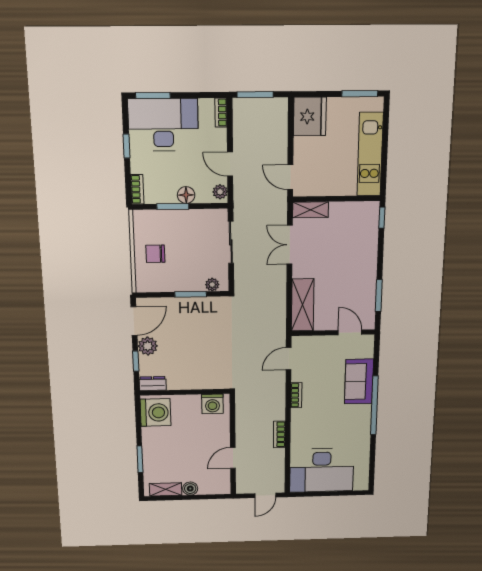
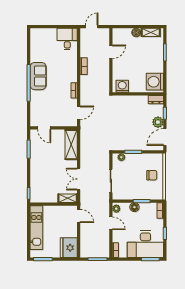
double door: (290, 245) -> (79, 179), swing flipped
sofa: (359, 381) -> (38, 76), moved
desk: (322, 470) -> (67, 39), width x0.53, depth x0.77

